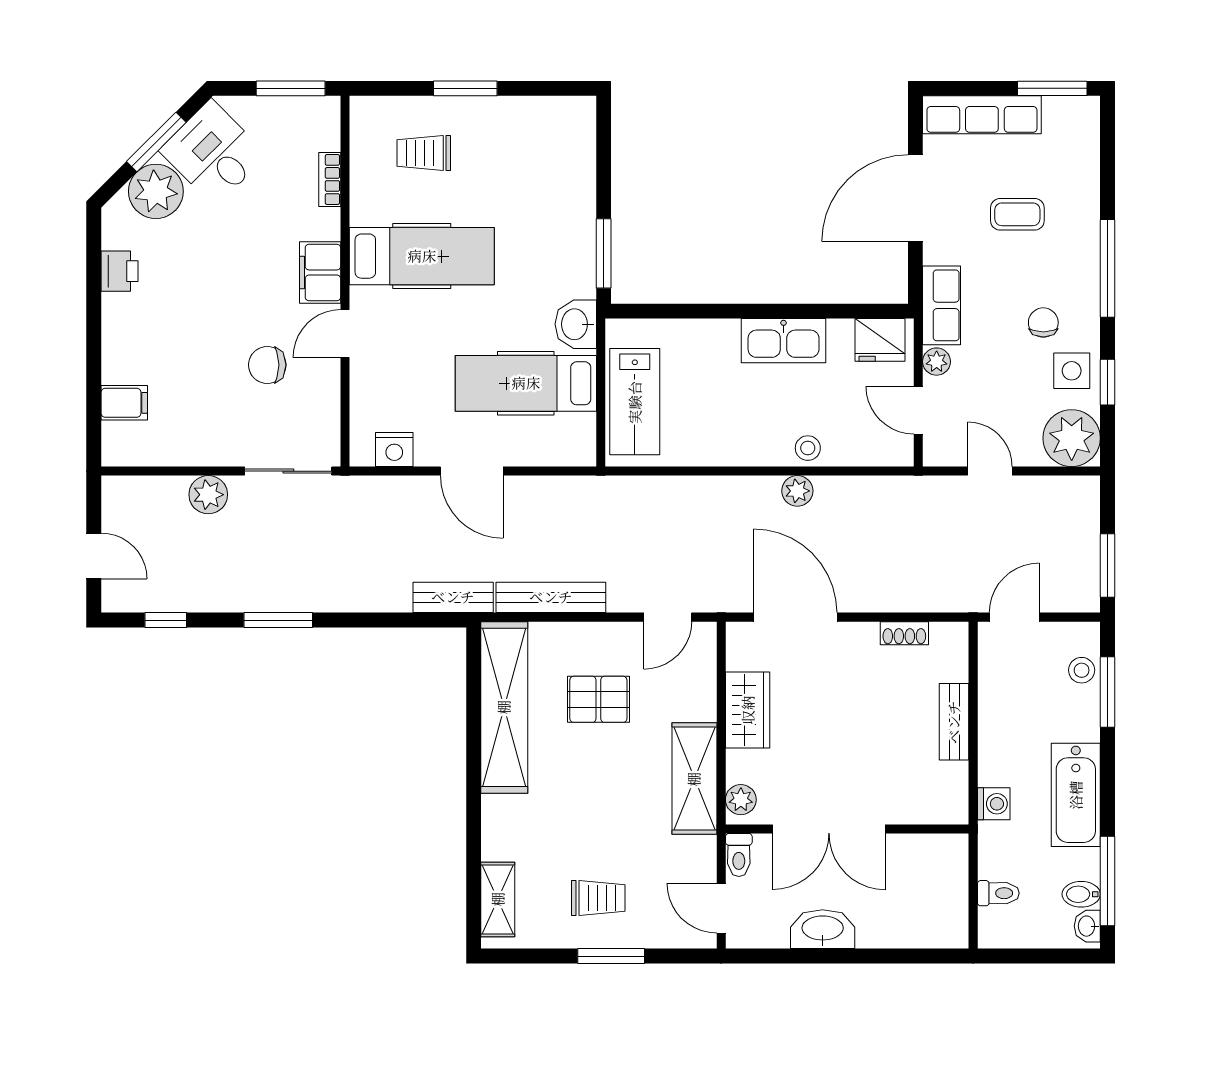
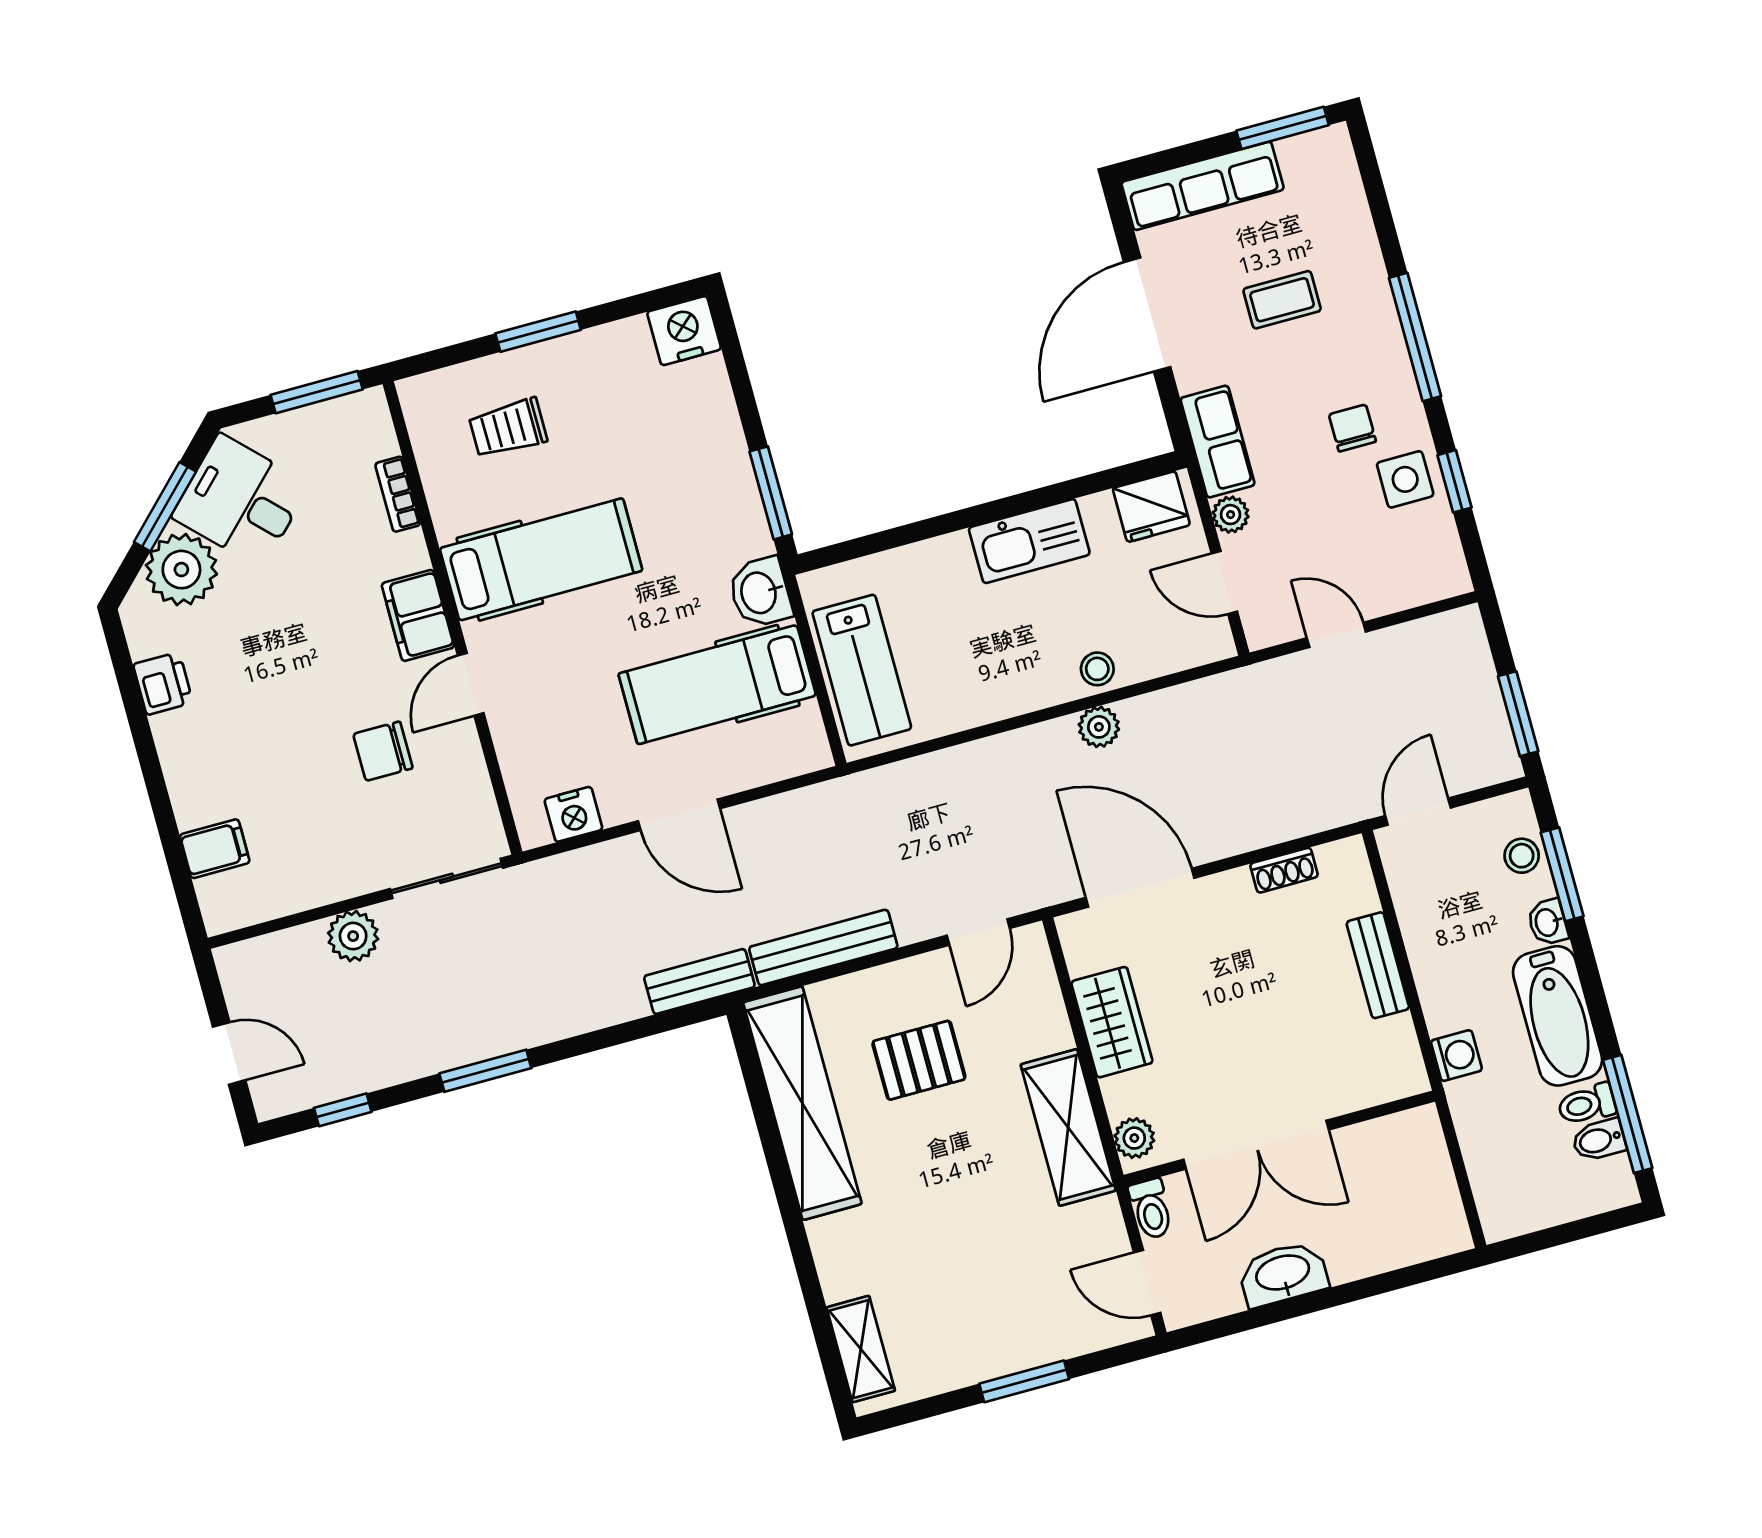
nightstand: (573, 117) -> (684, 331), added
plant: (1072, 438) -> (1428, 565), removed
toilet: (998, 893) -> (1587, 1104), moved, turned 180
trolley: (598, 898) -> (988, 1312), removed
washbasin: (1087, 926) -> (1548, 922), moved

